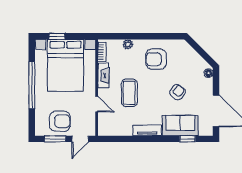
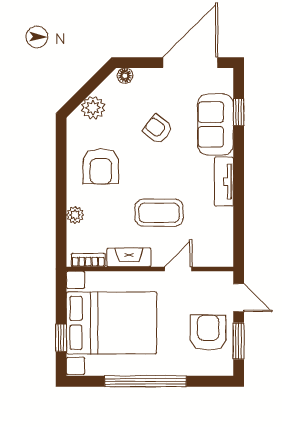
plant: (190, 55) -> (93, 108), added

